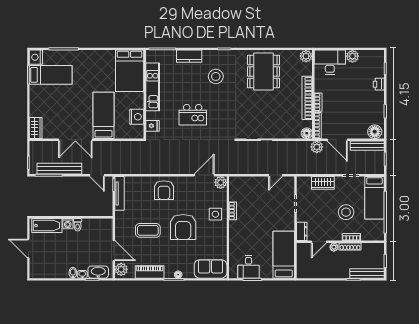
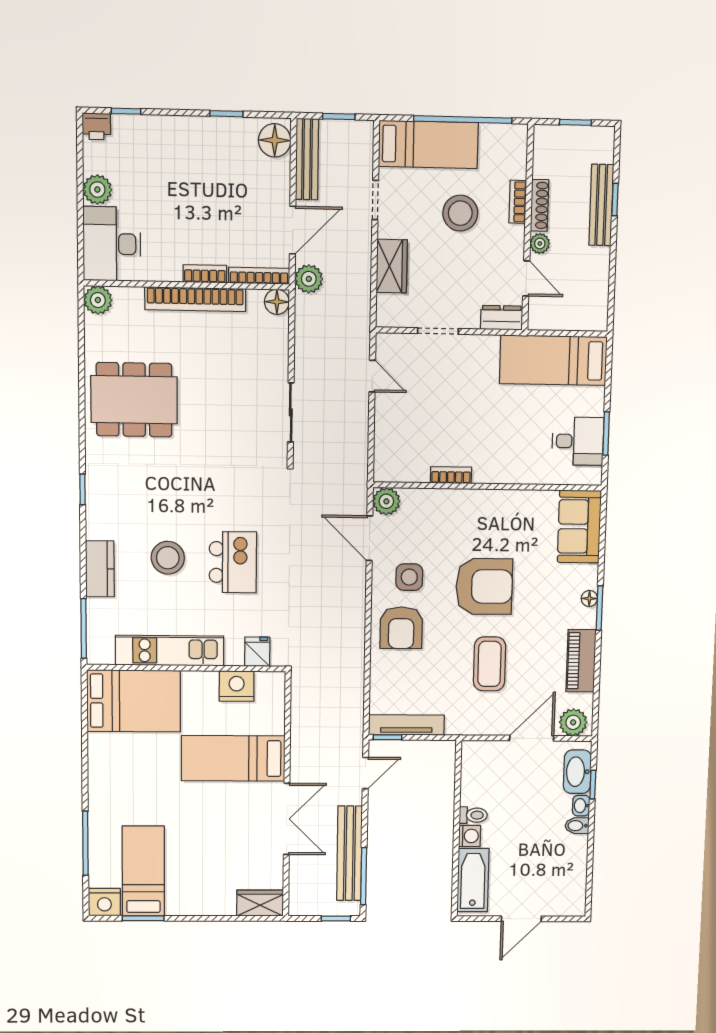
stool: (216, 76) -> (168, 558), moved
printer: (379, 84) -> (96, 126), moved
armchair: (164, 190) -> (401, 628), turned 90
side table: (215, 214) -> (409, 577), moved
bench: (367, 273) -> (601, 205), moved

